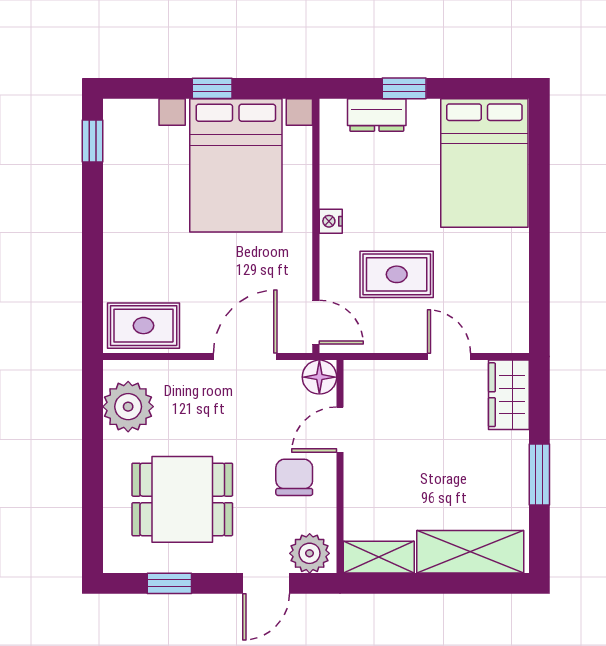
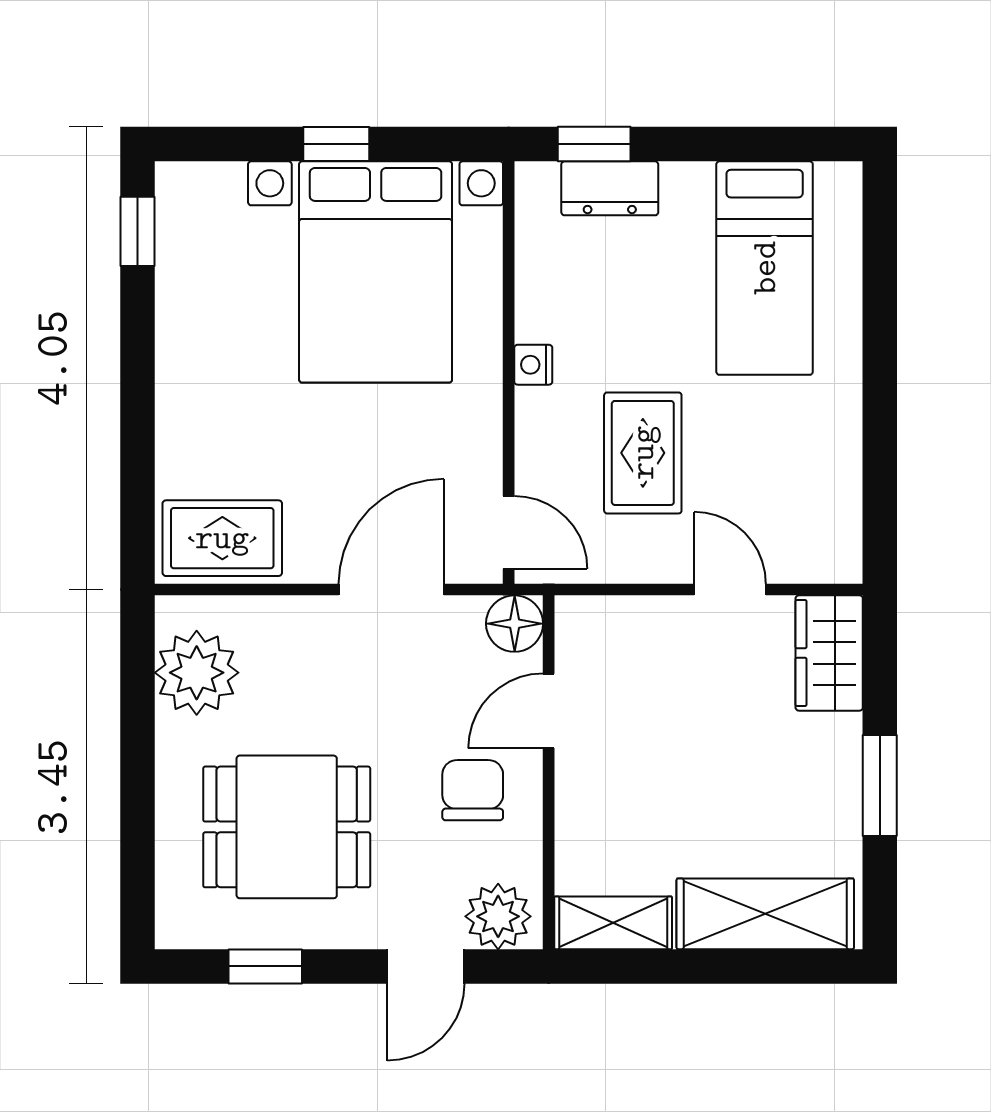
window: (404, 88) -> (594, 144), moved
bed: (484, 163) -> (765, 268), width x0.67
rug: (397, 274) -> (643, 453), turned 90

